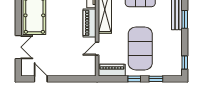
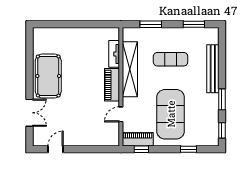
window: (185, 19) -> (222, 99), moved
door: (41, 79) -> (56, 149), hinge flipped
window: (134, 79) -> (141, 149), moved

